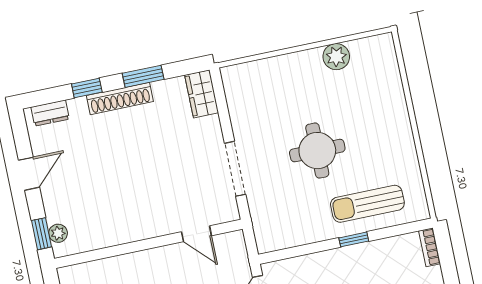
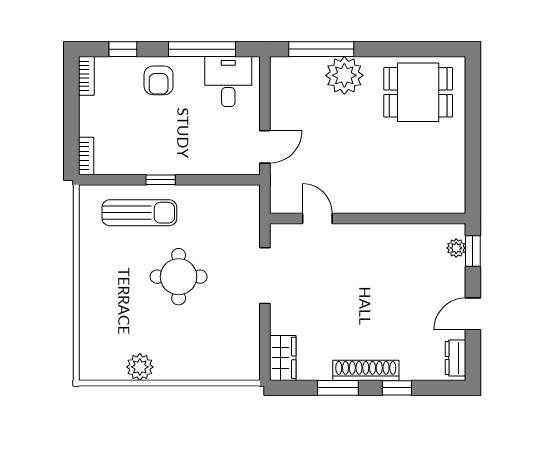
dresser: (50, 113) -> (455, 358), moved, turned -90

